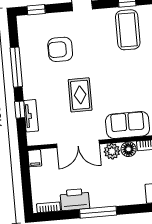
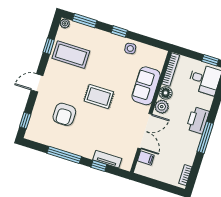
rug: (80, 95) -> (99, 96), moved
filing cabinet: (35, 158) -> (146, 158), moved
printer: (75, 200) -> (198, 120), moved

